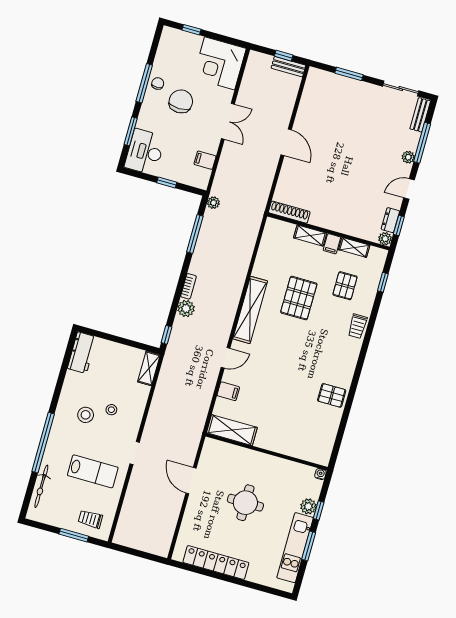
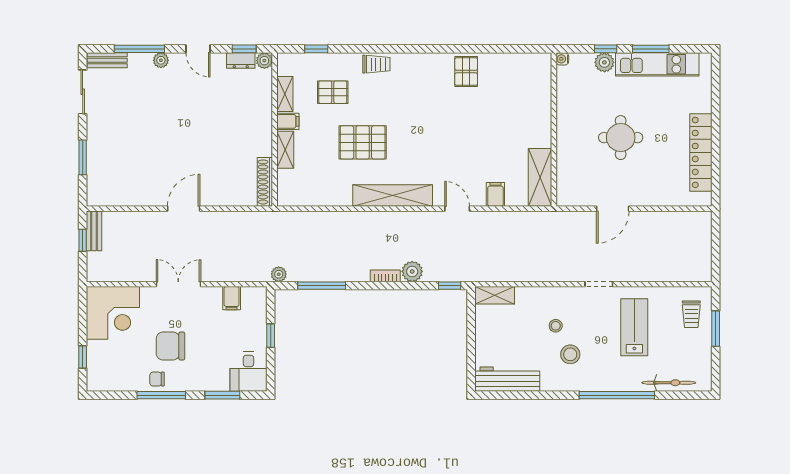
desk: (145, 152) -> (248, 372), width x0.73
workbench: (82, 353) -> (507, 379), width x1.37

